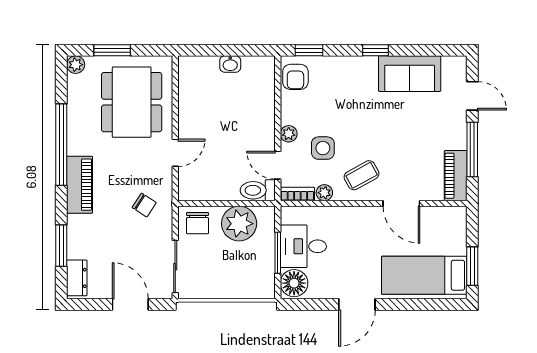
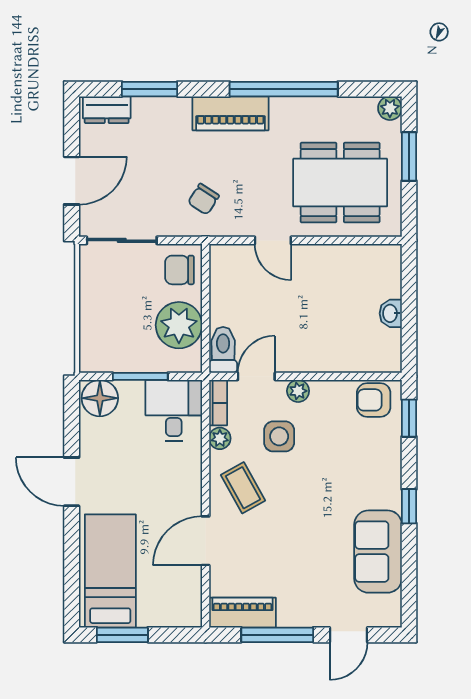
desk: (303, 246) -> (174, 410), moved

